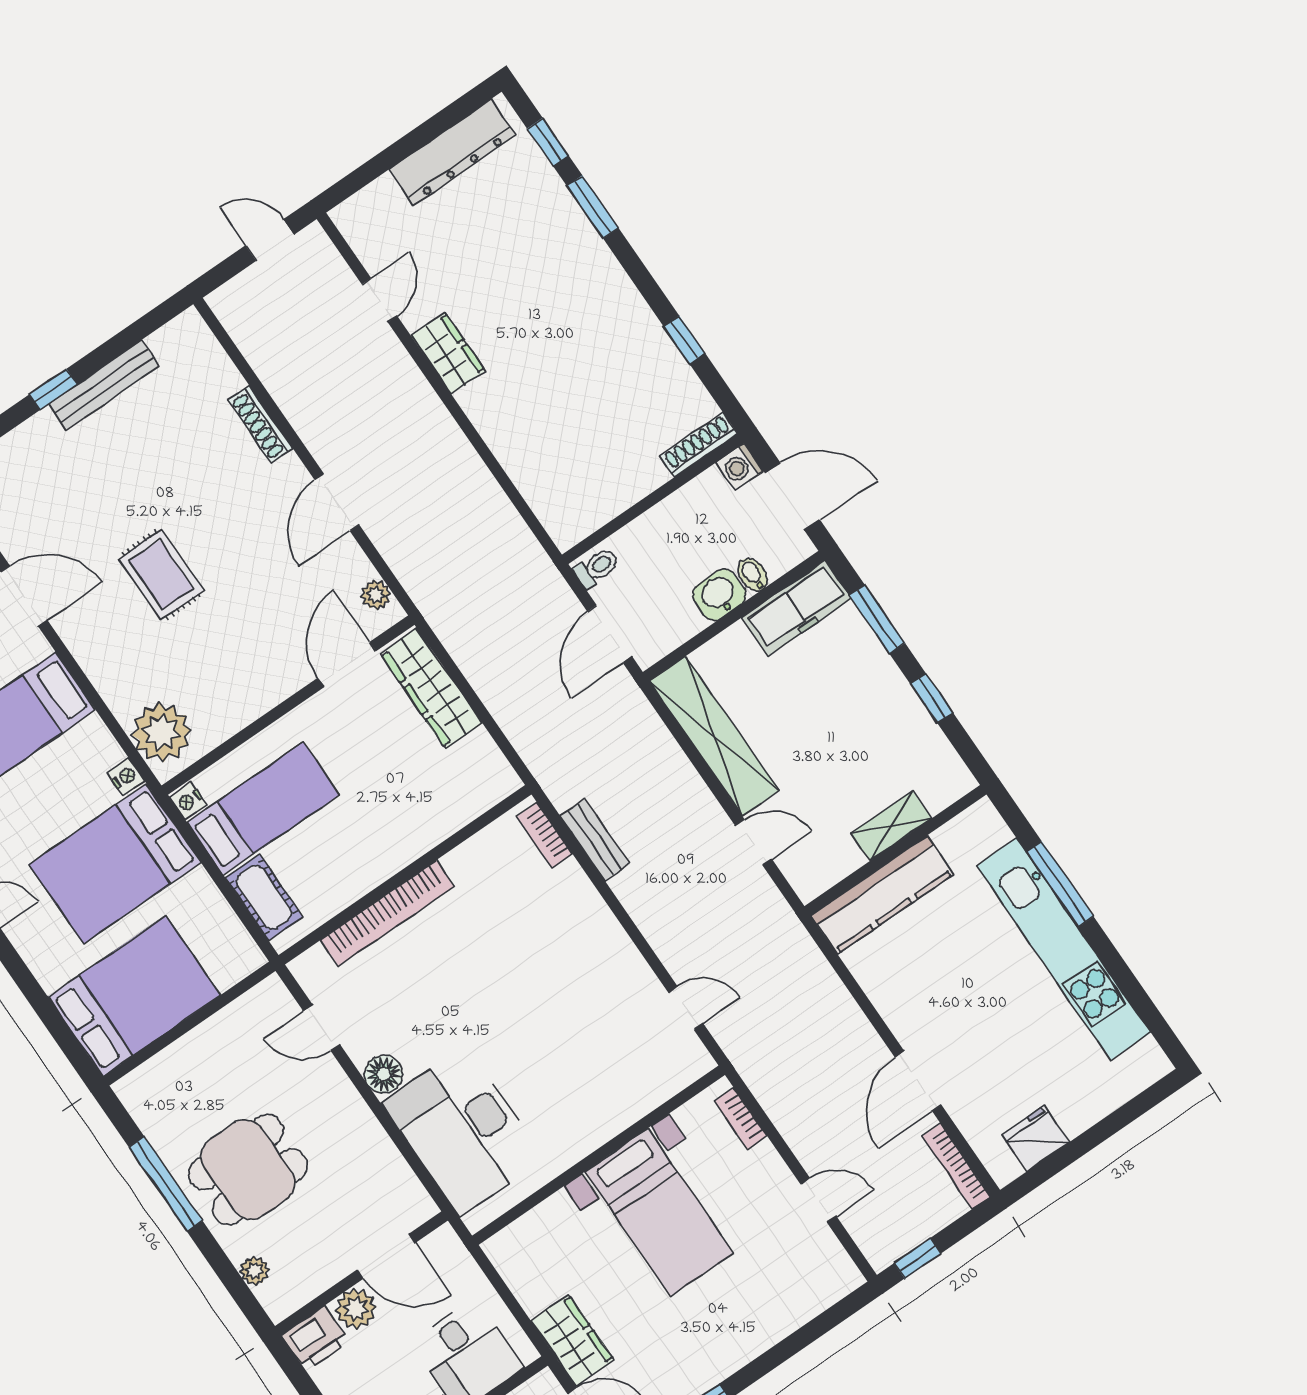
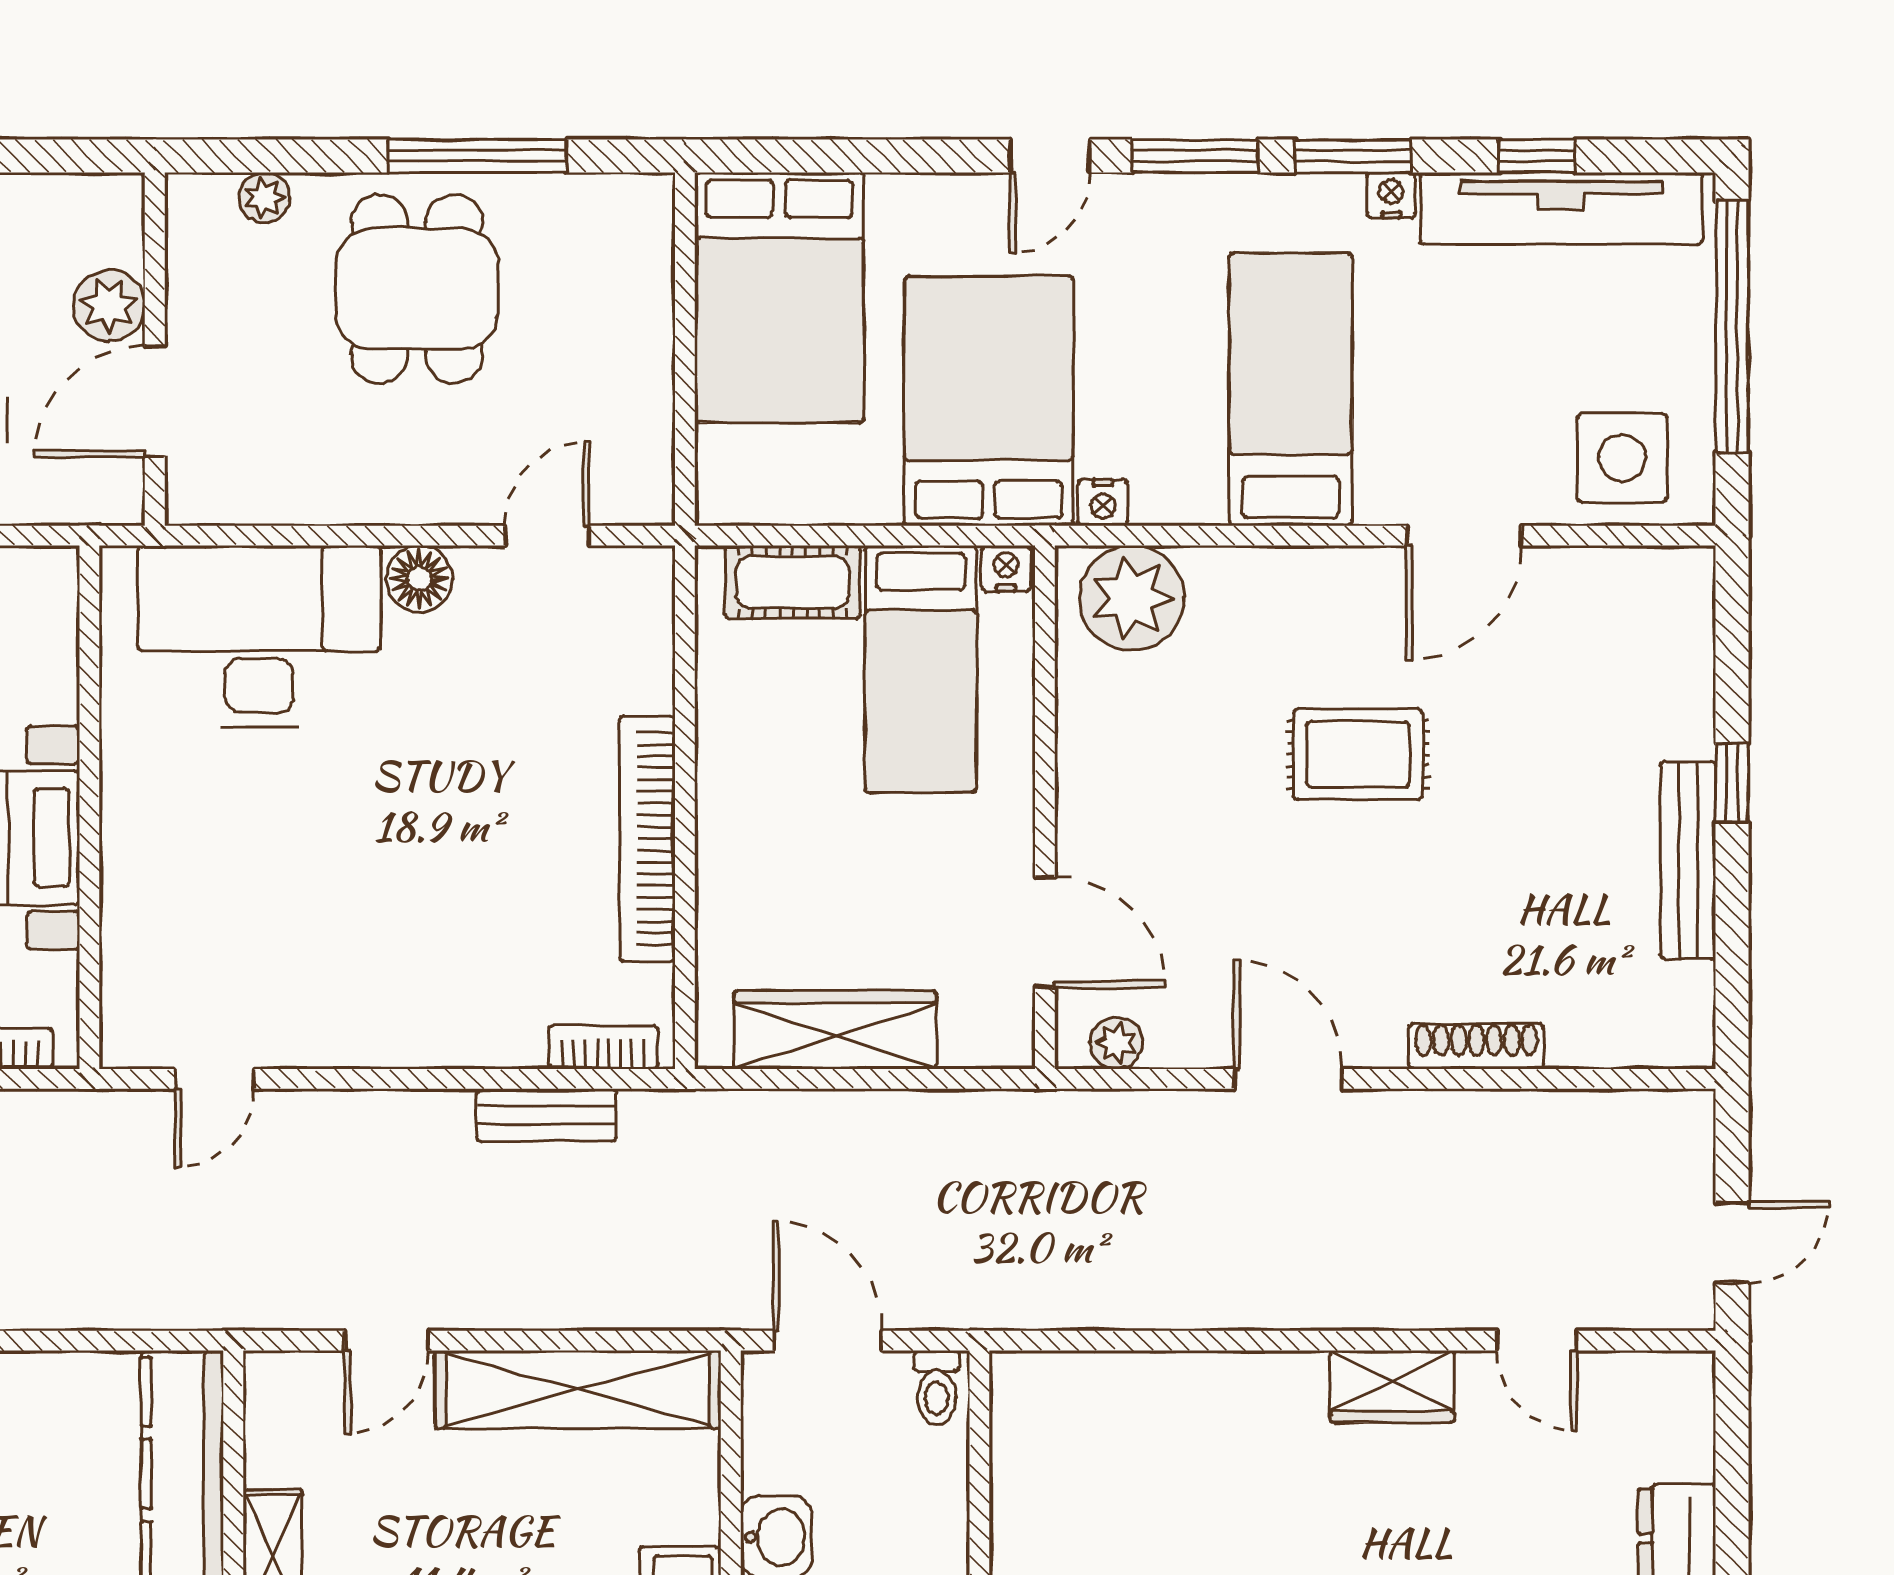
wardrobe: (431, 688) -> (835, 1030), moved
bookcase: (387, 913) -> (647, 839), moved
printer: (316, 1338) -> (107, 219), removed

